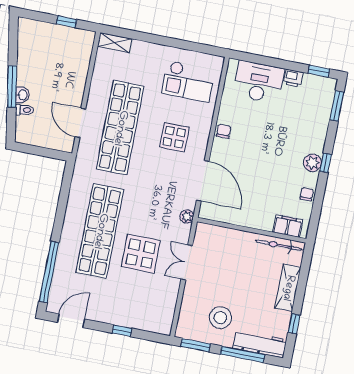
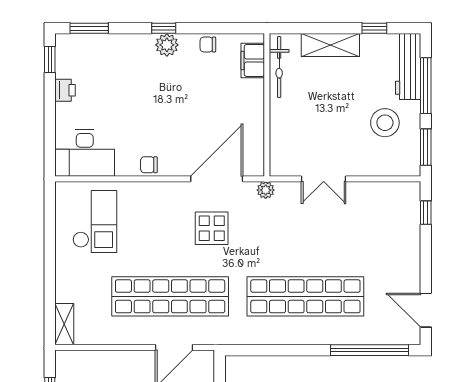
desk: (259, 82) -> (85, 153), moved, turned -90
display table: (174, 137) -> (212, 228), moved
display table: (141, 254) -> (324, 239), removed
window: (122, 331) -> (426, 213), moved

